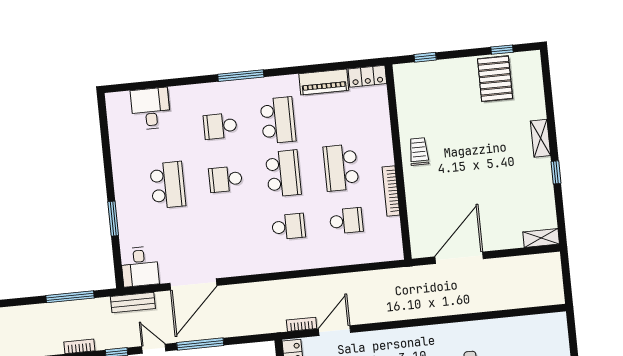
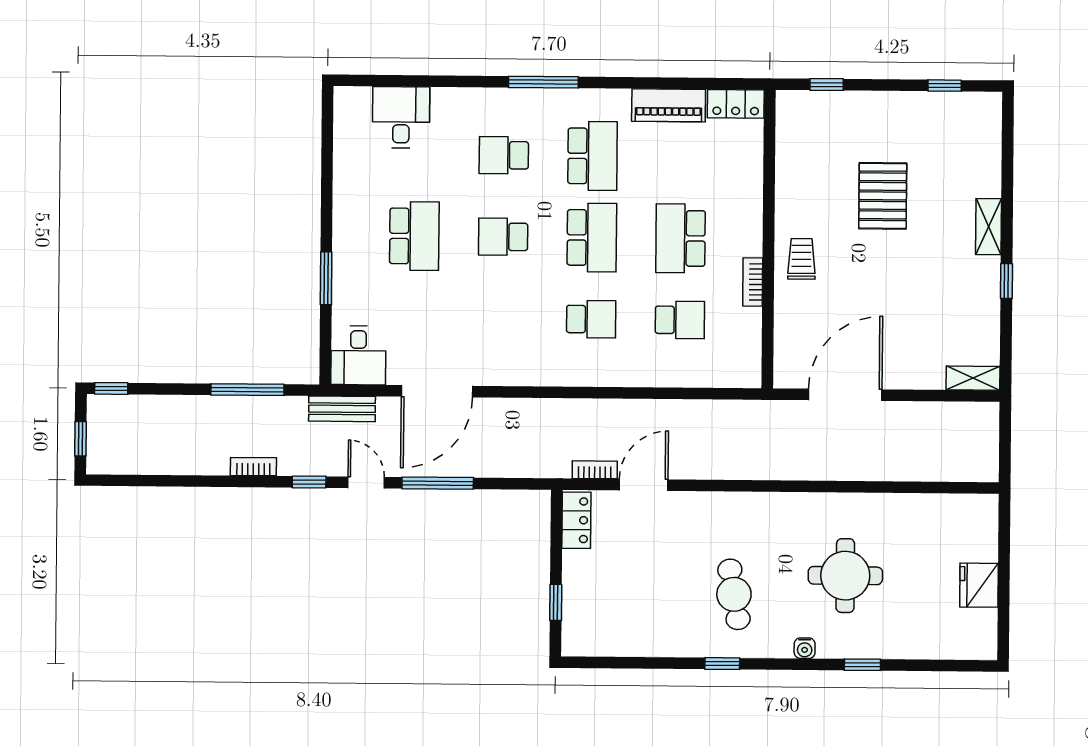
pallet: (495, 79) -> (883, 196), moved
trolley: (419, 152) -> (801, 259), moved
bookcase: (391, 191) -> (753, 282), width x0.64

